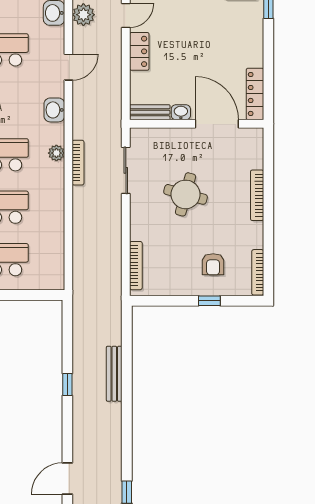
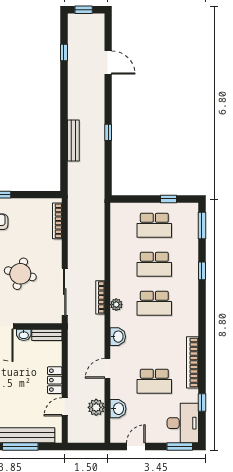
sliding door: (126, 170) -> (65, 292), width x1.37
door: (67, 479) -> (108, 63), hinge flipped

